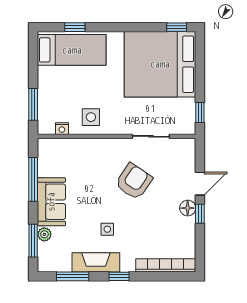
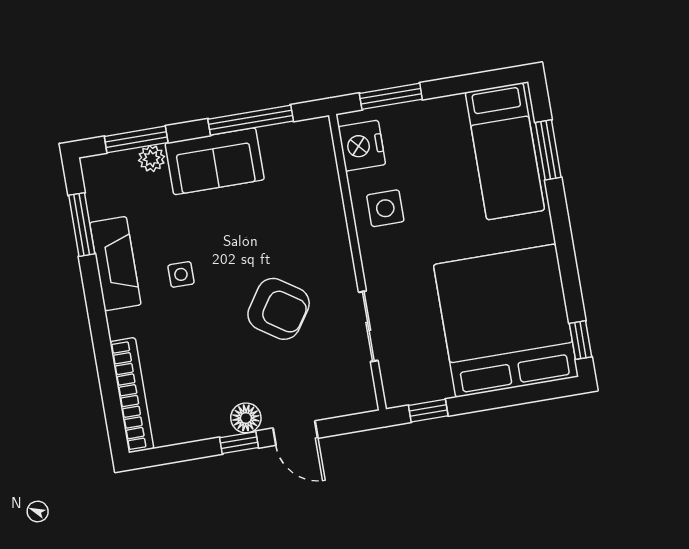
window: (75, 27) -> (548, 150), width x1.50
nightstand: (62, 129) -> (362, 146), width x1.89, depth x1.79
window: (119, 276) -> (96, 311), removed

